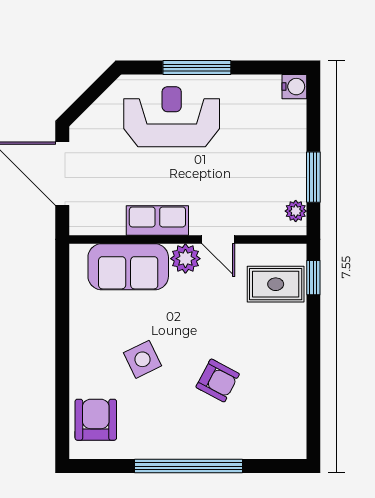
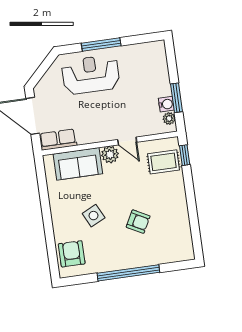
water cooler: (294, 87) -> (166, 104), moved
row of seats: (157, 221) -> (58, 140), moved

